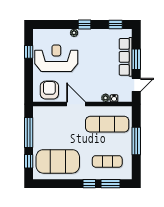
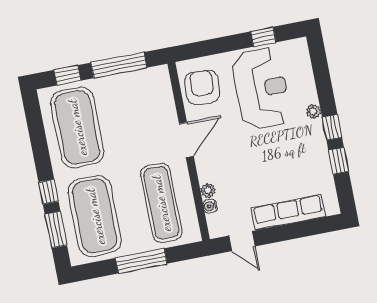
window: (115, 25) -> (339, 161), moved
window: (136, 59) -> (288, 232), removed
armchair: (49, 90) -> (202, 87), turned -86
exercise mat: (107, 161) -> (95, 216), width x2.00, depth x1.45

